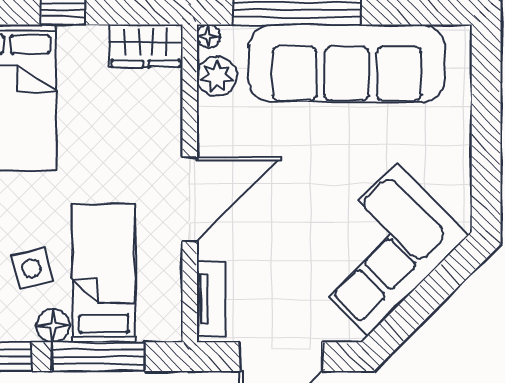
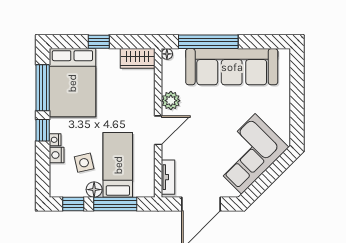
plant: (217, 76) -> (171, 101), moved
door: (190, 199) -> (158, 130), width x0.73

